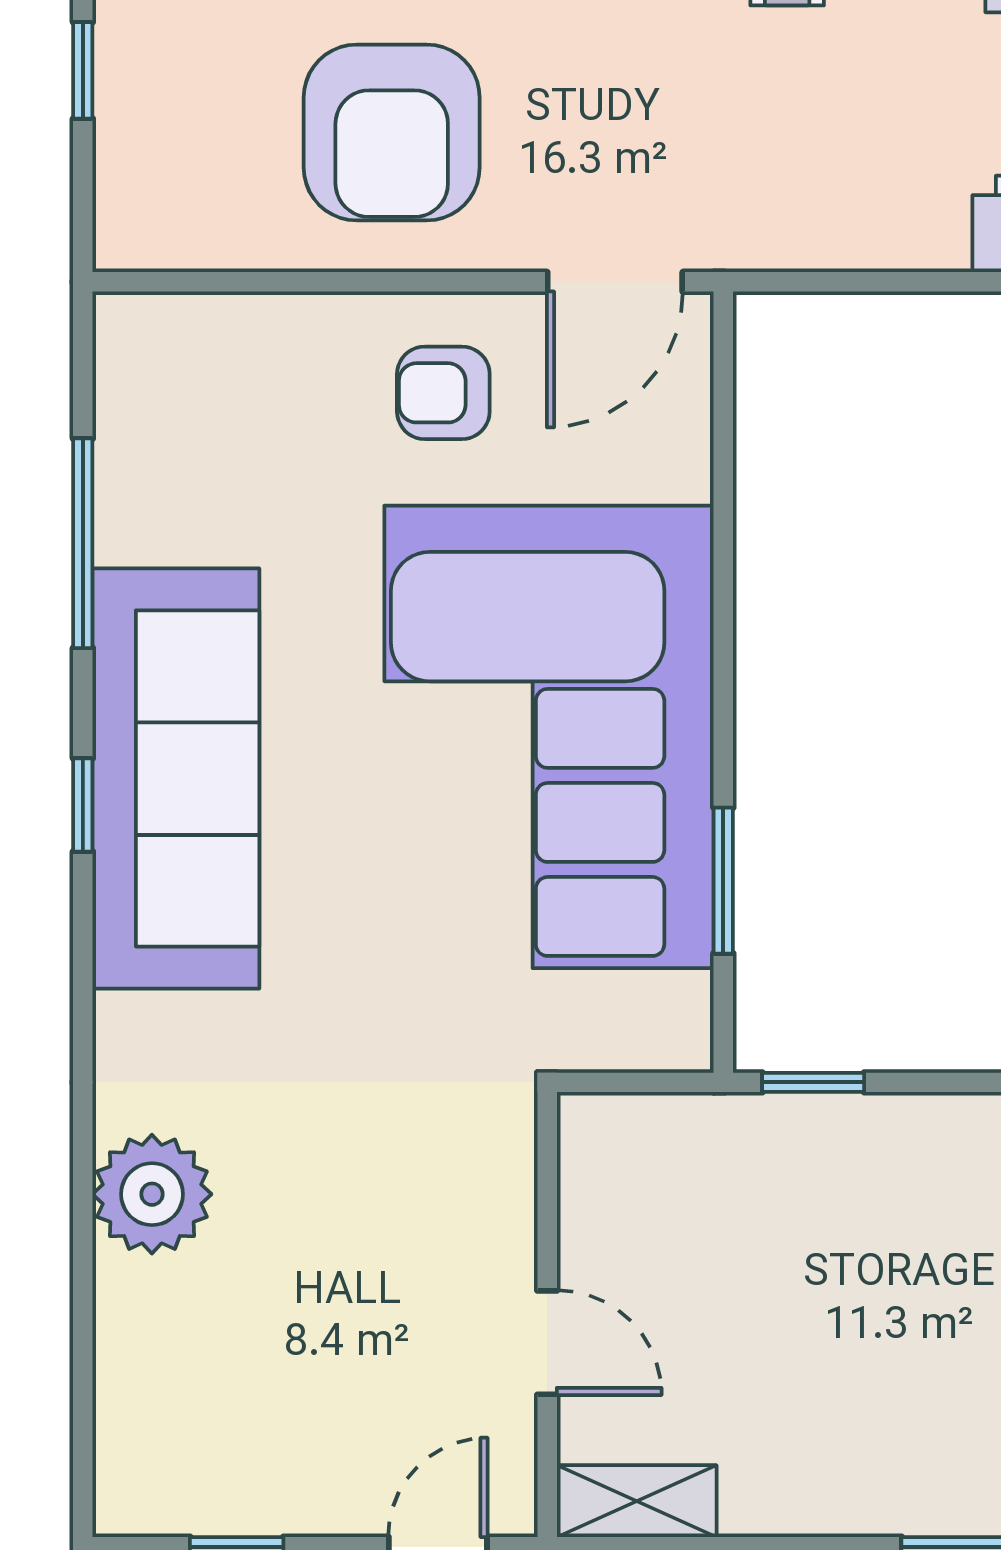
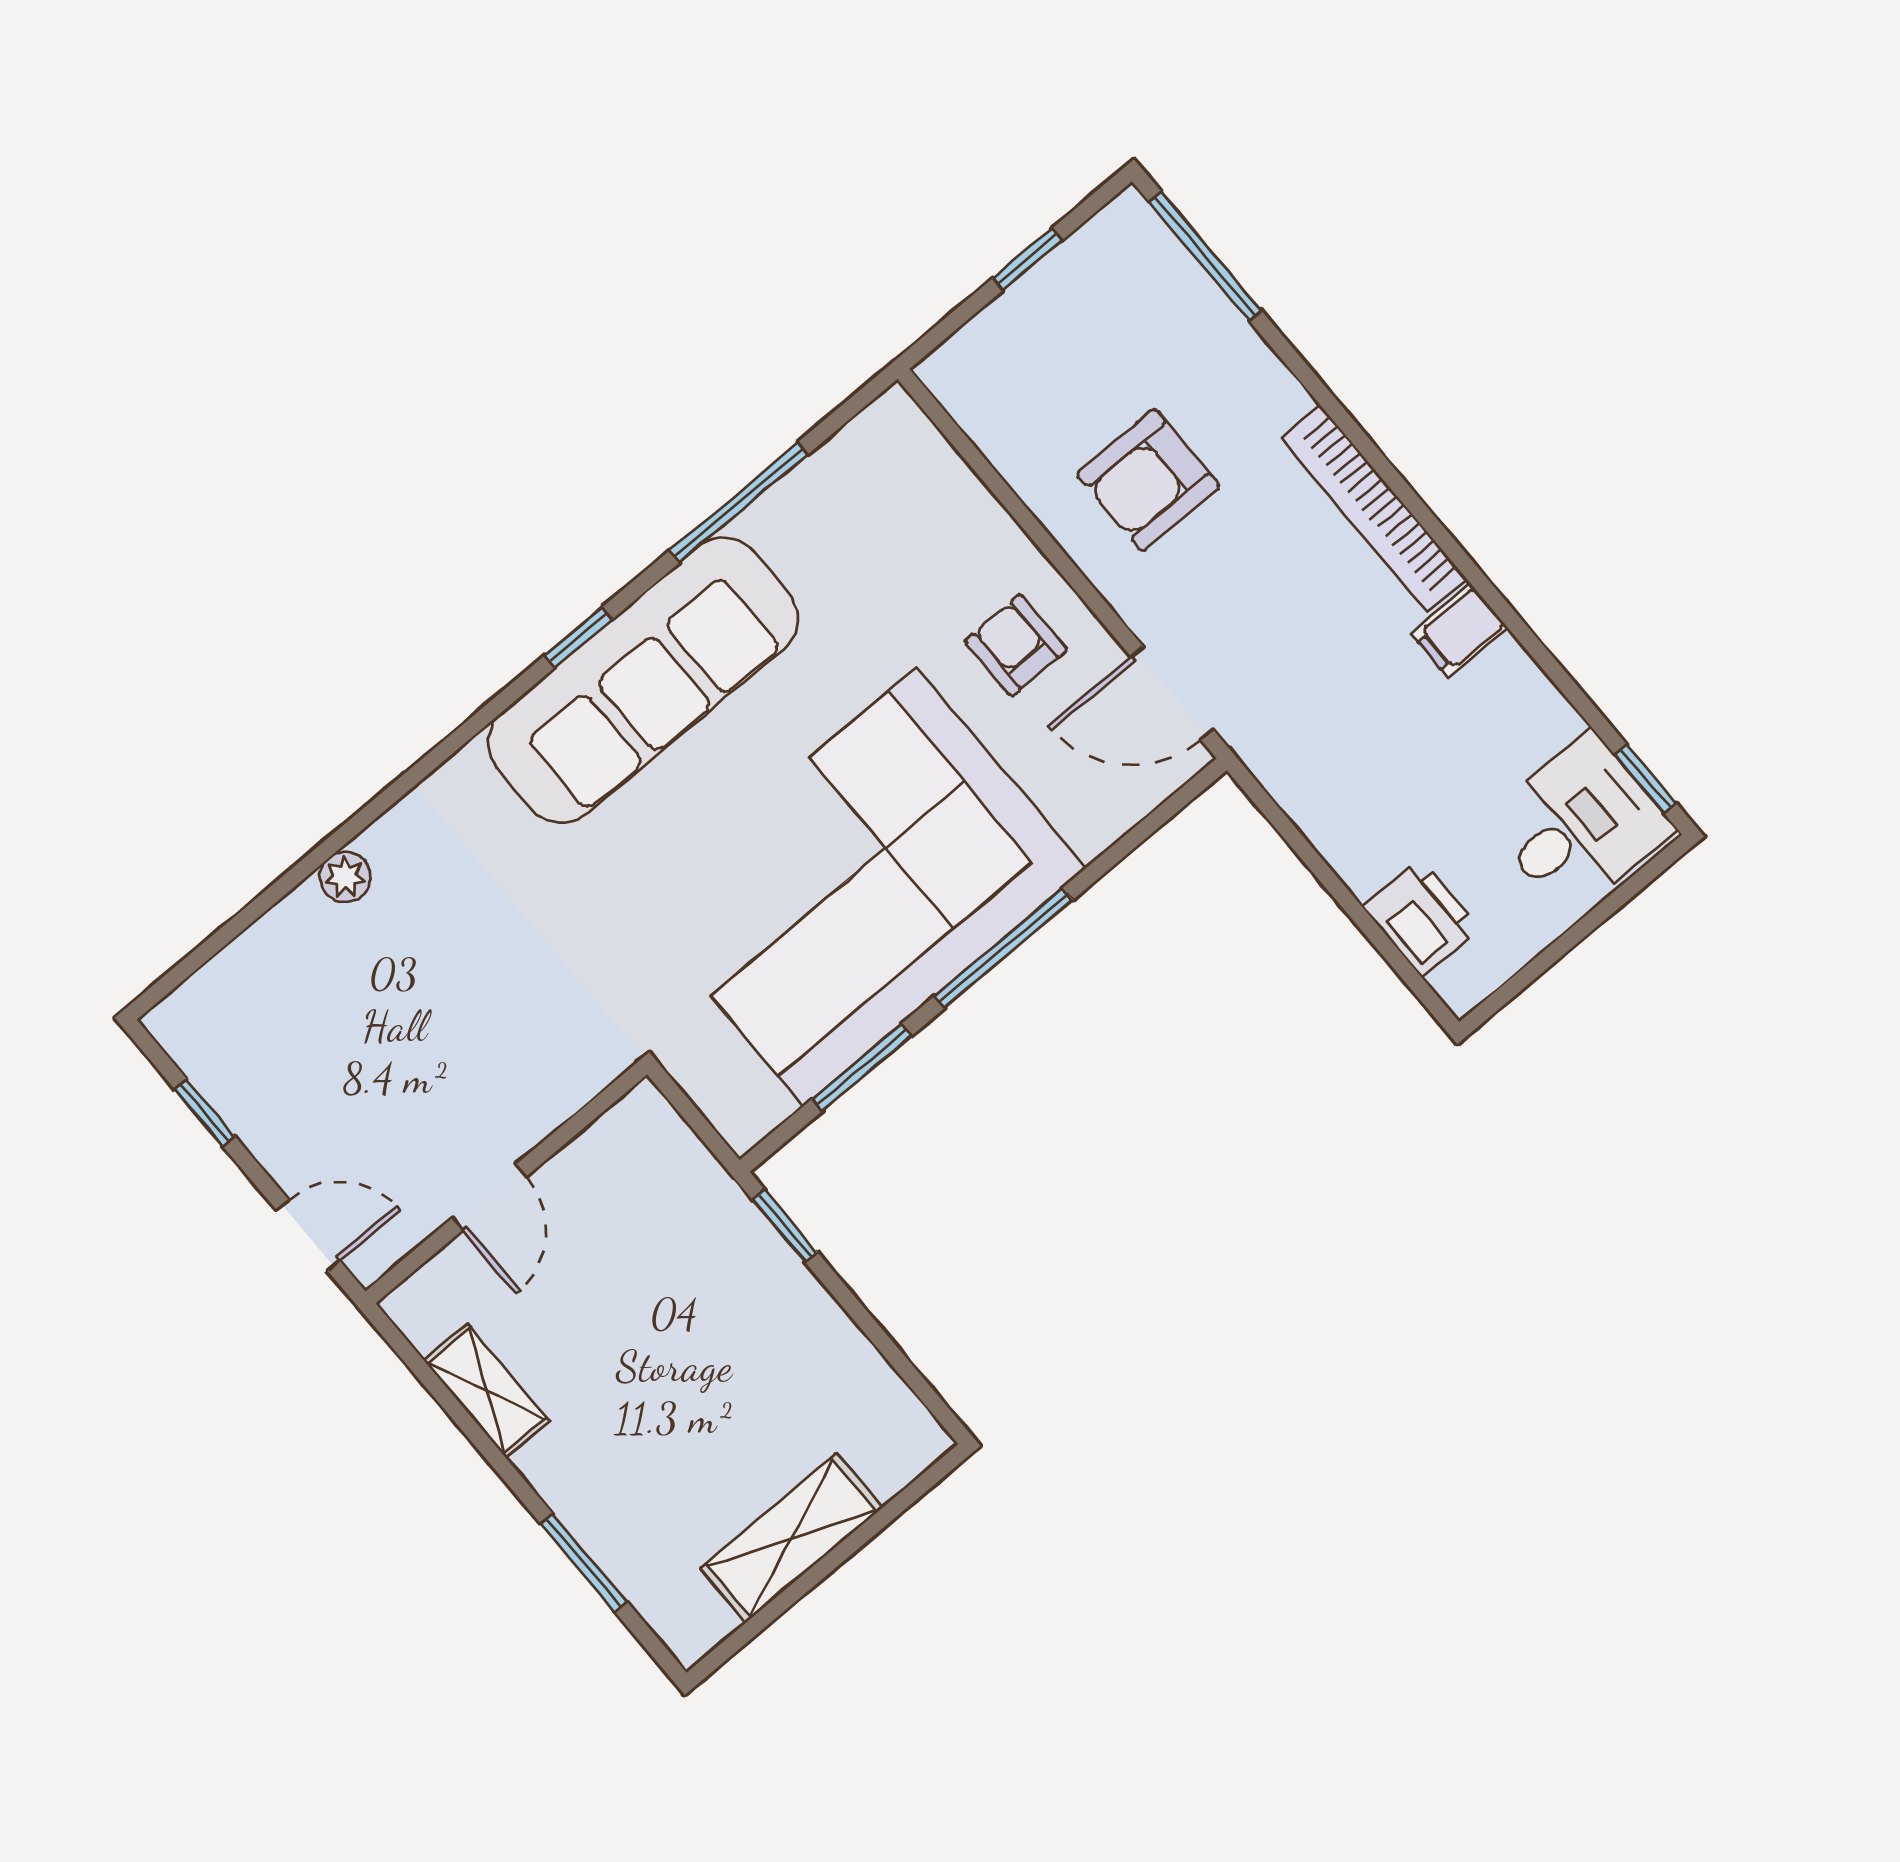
armchair: (392, 133) -> (1148, 480), width x0.73, depth x0.73
window: (723, 649) -> (1003, 948), added
plant: (152, 1194) -> (345, 877), width x0.53, depth x0.53
shelving: (637, 1501) -> (487, 1391), moved

